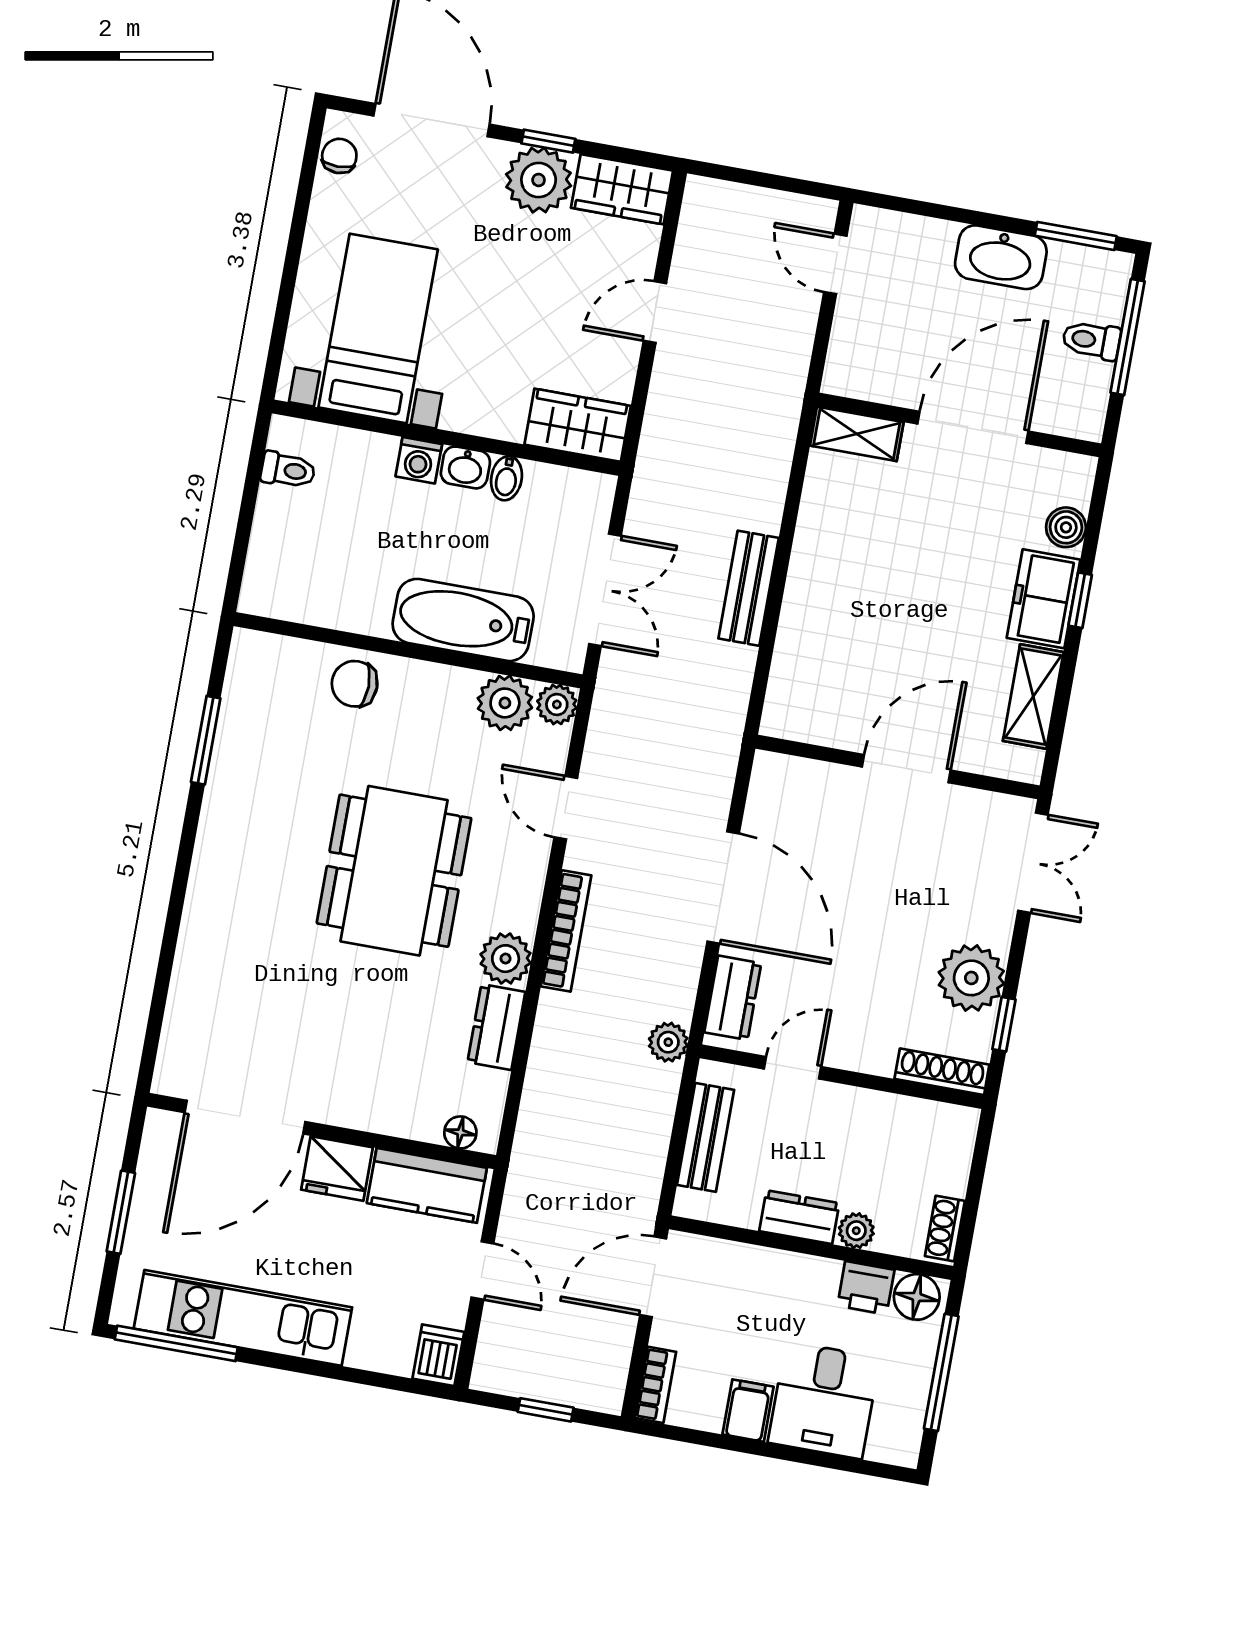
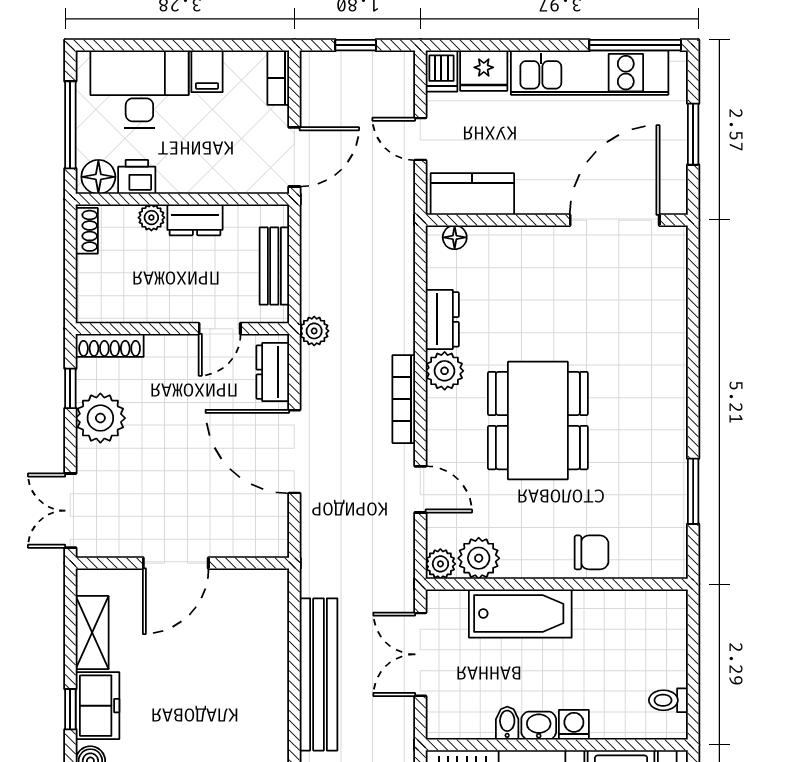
bench: (749, 588) -> (318, 674), width x1.86, depth x1.21
fridge: (337, 1169) -> (484, 71), moved, turned 180
desk: (824, 1400) -> (139, 89), width x1.37

